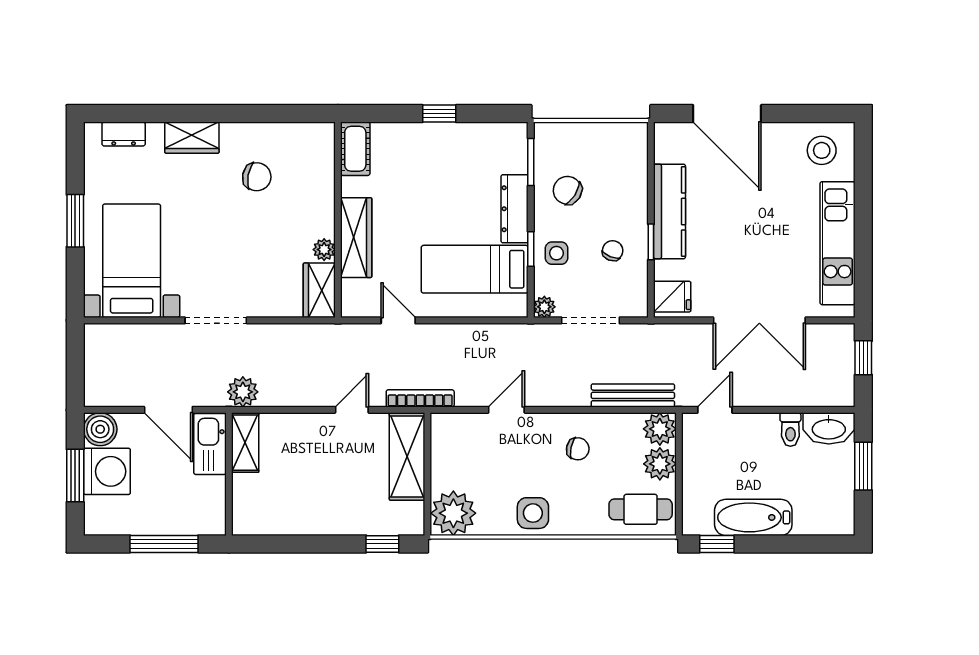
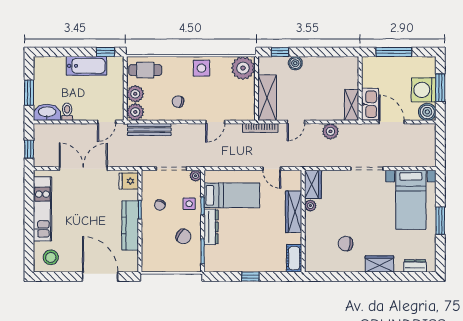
plant: (243, 392) -> (330, 131), moved
boiler: (353, 522) -> (295, 63), added

